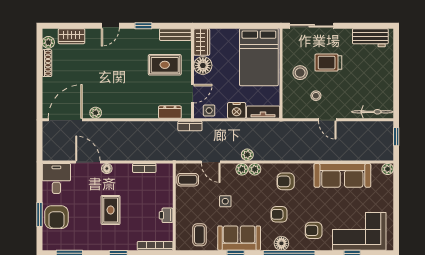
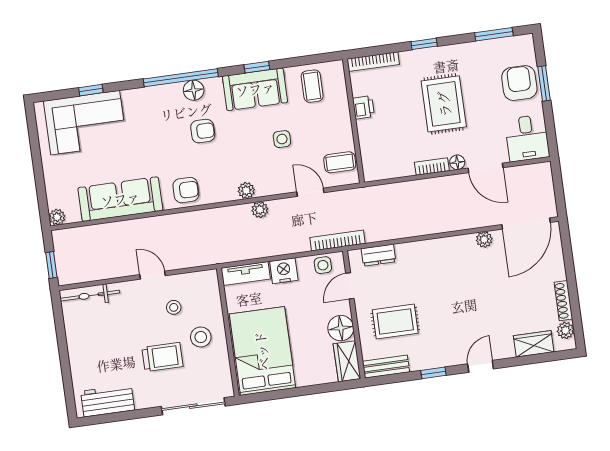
bookcase: (190, 126) -> (338, 241), width x1.56
bookcase: (144, 168) -> (432, 167), moved
plant: (242, 169) -> (265, 188), removed
armchair: (286, 181) -> (186, 190), moved
rug: (111, 210) -> (444, 104), width x1.36, depth x1.43
armchair: (314, 230) -> (150, 115), removed

